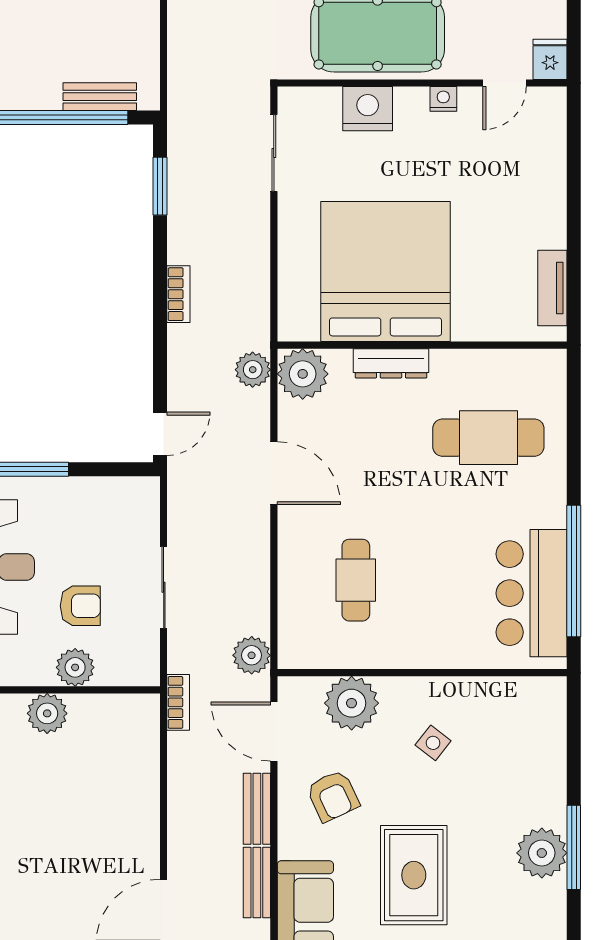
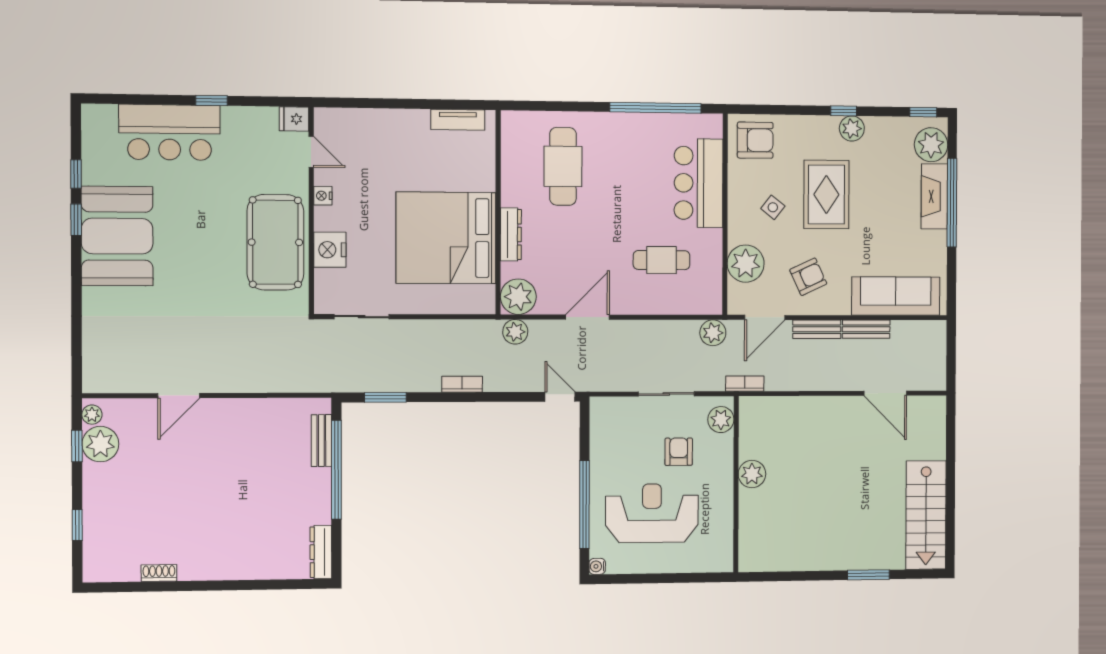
bar counter: (532, 593) -> (699, 183), moved, turned 90
plant: (75, 667) -> (721, 420), moved
armchair: (530, 717) -> (755, 140), added
window: (574, 847) -> (844, 111), width x0.46
plant: (542, 853) -> (852, 128), width x0.73, depth x0.73
rug: (414, 875) -> (826, 195), moved, turned 90

